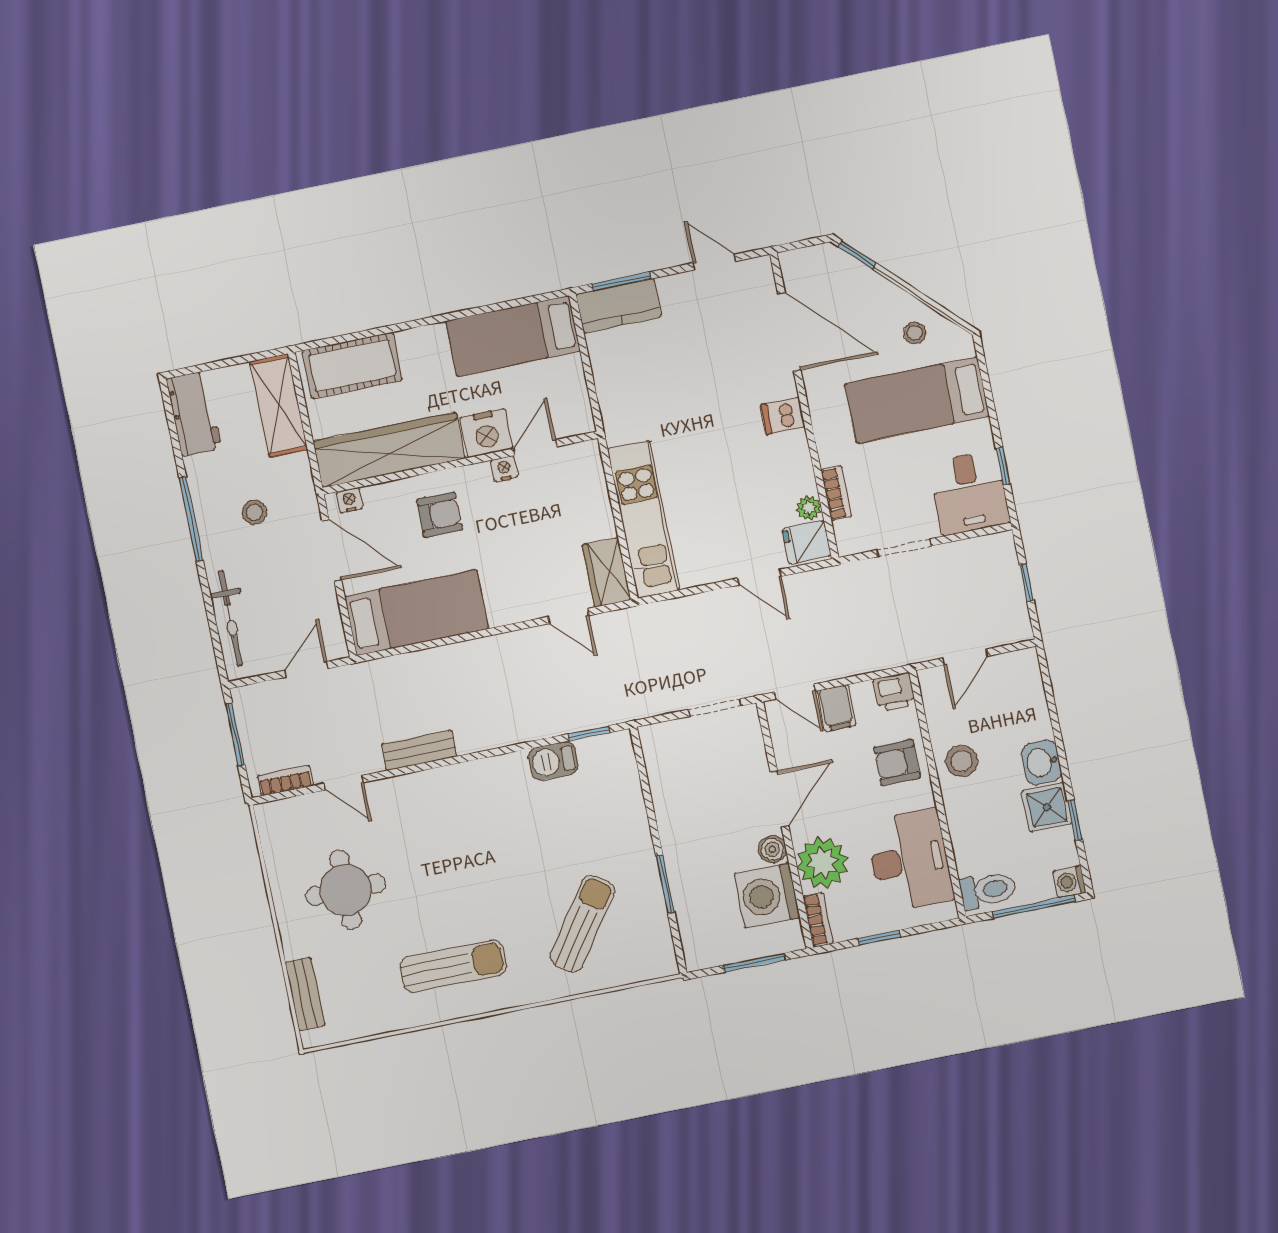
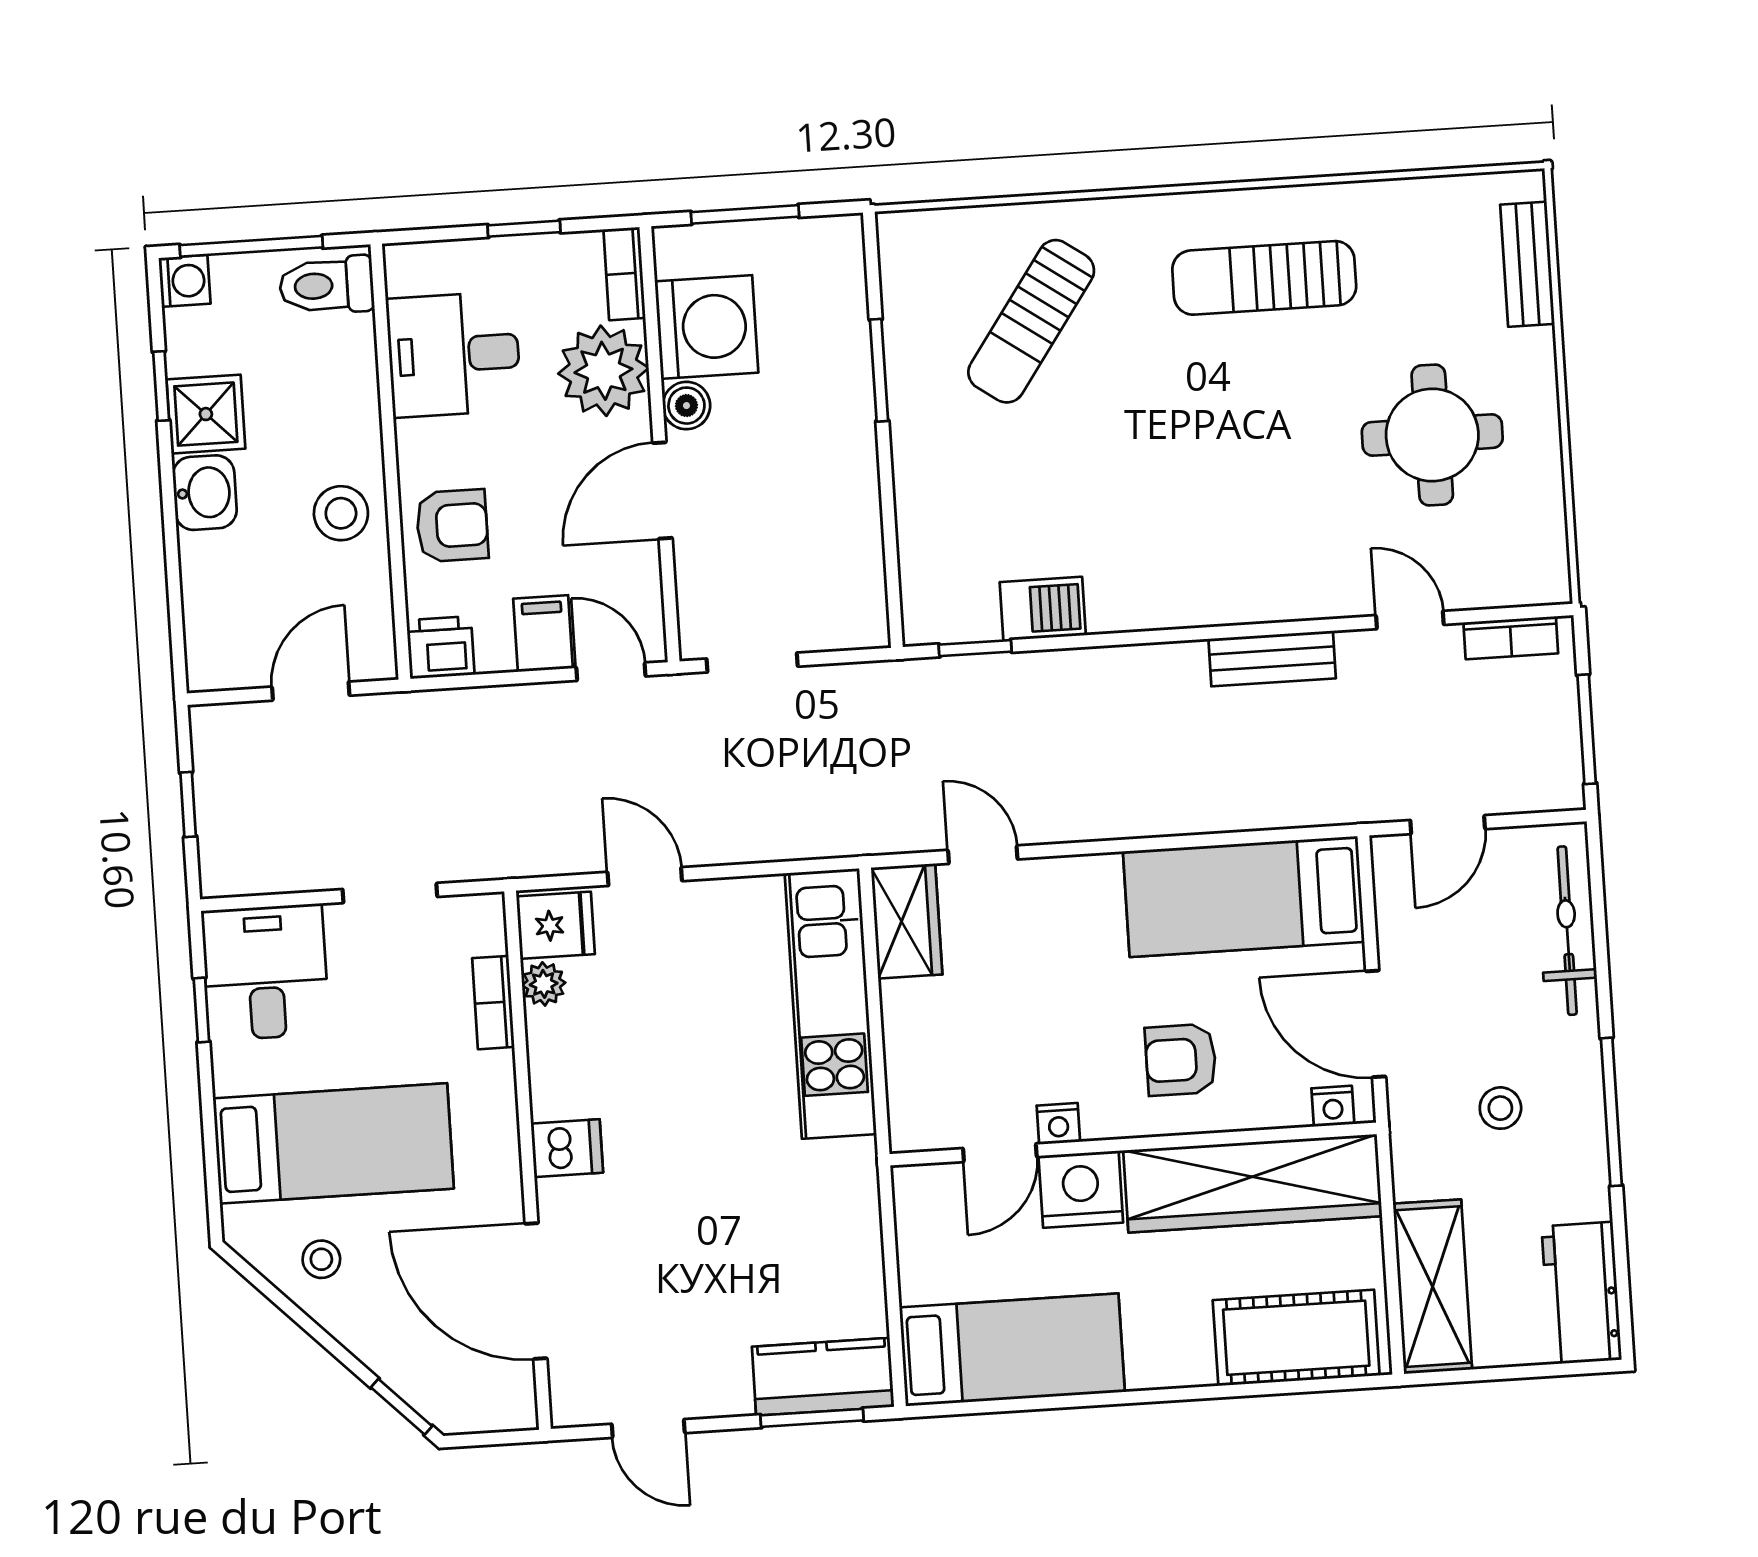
desk: (909, 861) -> (454, 354), width x0.73

